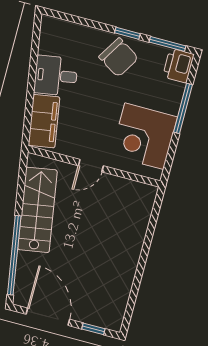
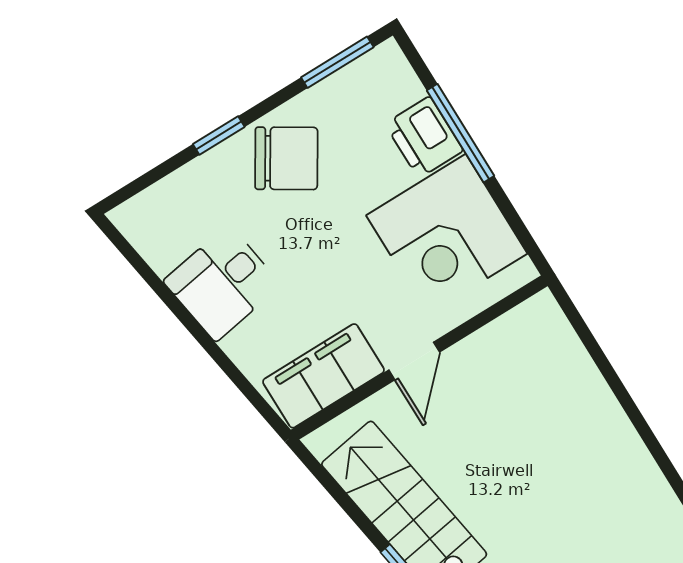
window: (127, 33) -> (219, 135), moved
printer: (178, 66) -> (424, 137), moved
filing cabinet: (44, 121) -> (324, 376), moved, turned -81

